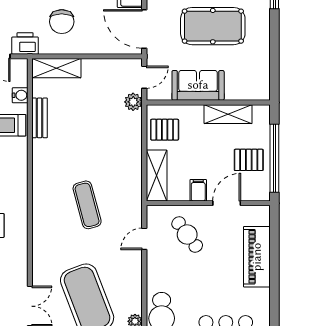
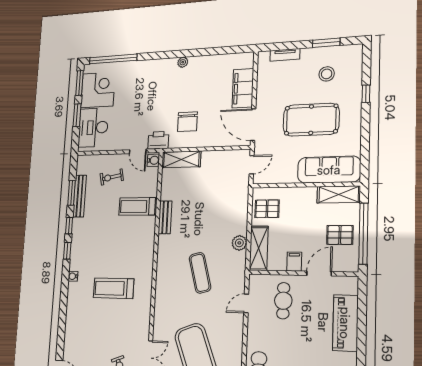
sofa: (198, 85) -> (329, 170), moved, width x1.36
water cooler: (20, 95) -> (153, 160), moved
plant: (133, 102) -> (239, 243), moved
shelving: (228, 114) -> (339, 194), moved
bench: (40, 118) -> (165, 217), moved
cafe table: (187, 235) -> (283, 301), turned 37

